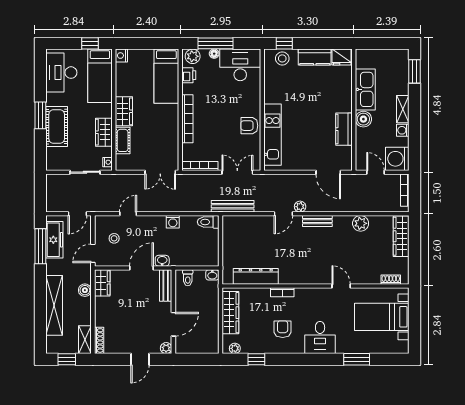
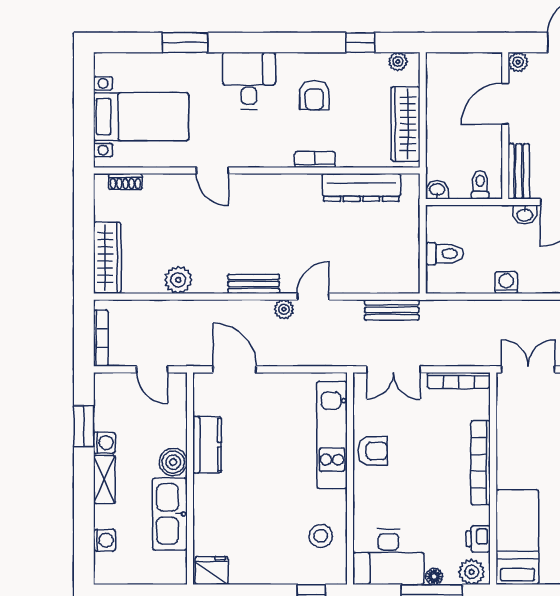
kitchen counter: (315, 57) -> (258, 570), removed
stool: (282, 58) -> (321, 536), moved
window: (415, 71) -> (84, 426), moved
washing machine: (397, 159) -> (104, 540), moved, width x0.53, depth x0.53
bench: (233, 206) -> (392, 310), width x0.73
toilet: (208, 222) -> (444, 254), moved

